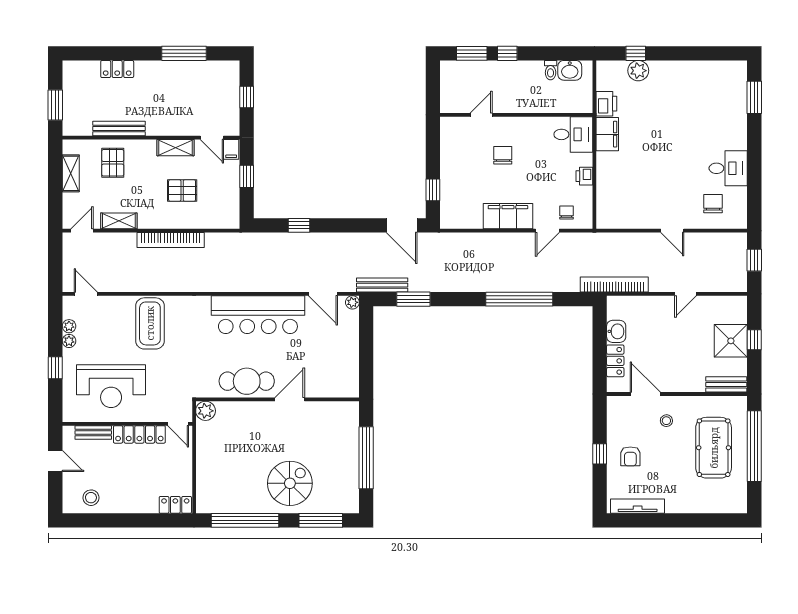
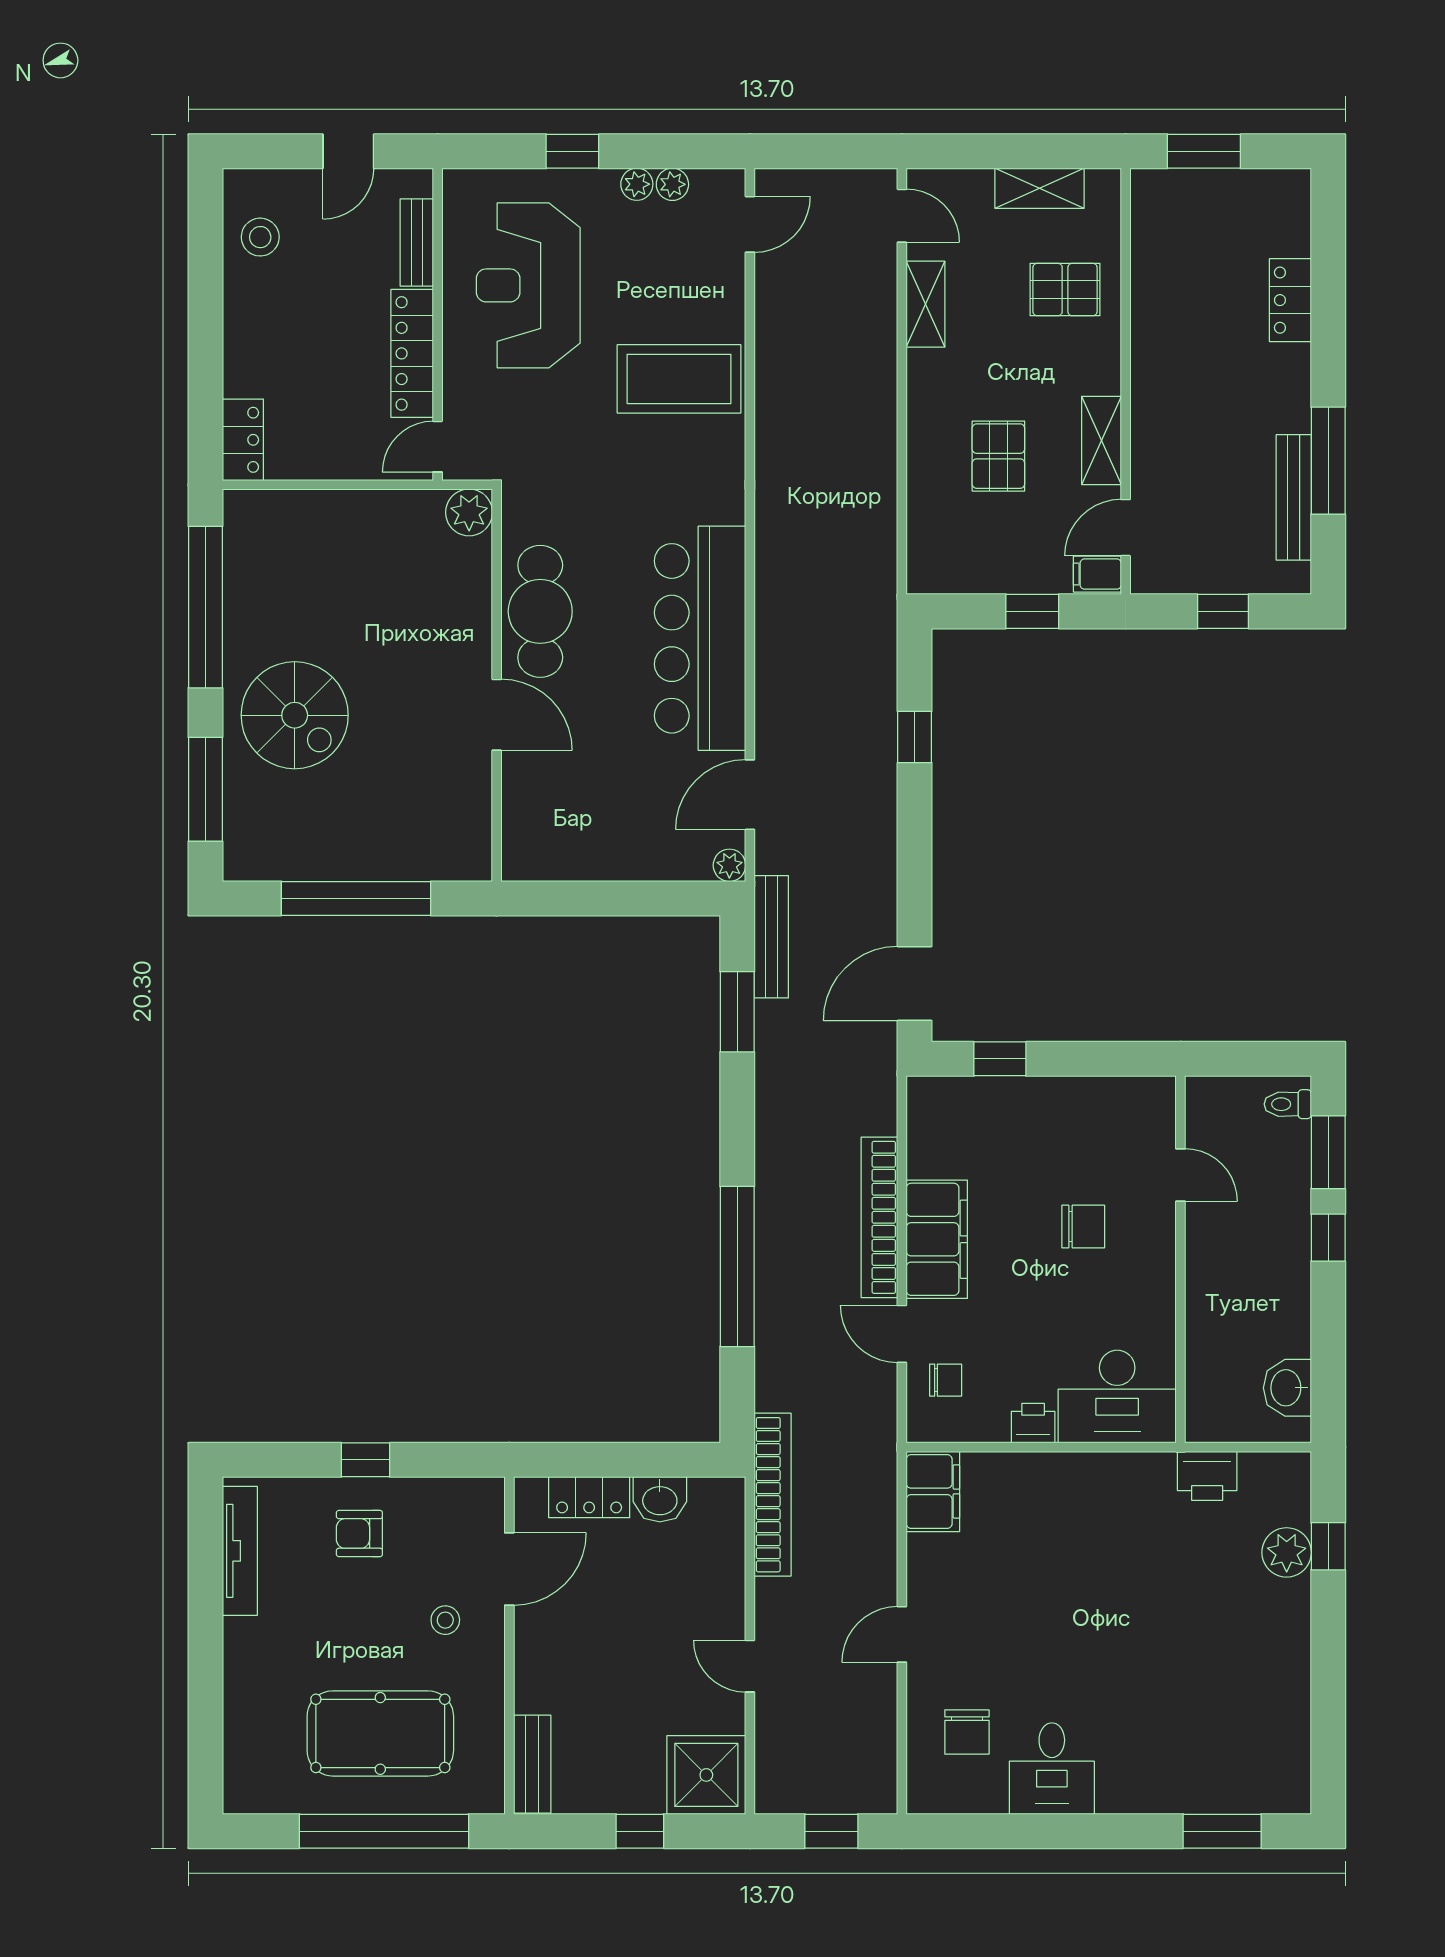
toilet: (551, 70) -> (1288, 1104), moved
bench: (119, 129) -> (1294, 497), moved
desk: (573, 134) -> (1117, 1397), width x1.37
filing cabinet: (607, 134) -> (933, 1491), moved, turned -90
chair: (713, 204) -> (967, 1732), turned 90
bookcase: (171, 240) -> (879, 1217), moved
shower: (731, 341) -> (706, 1775), moved

